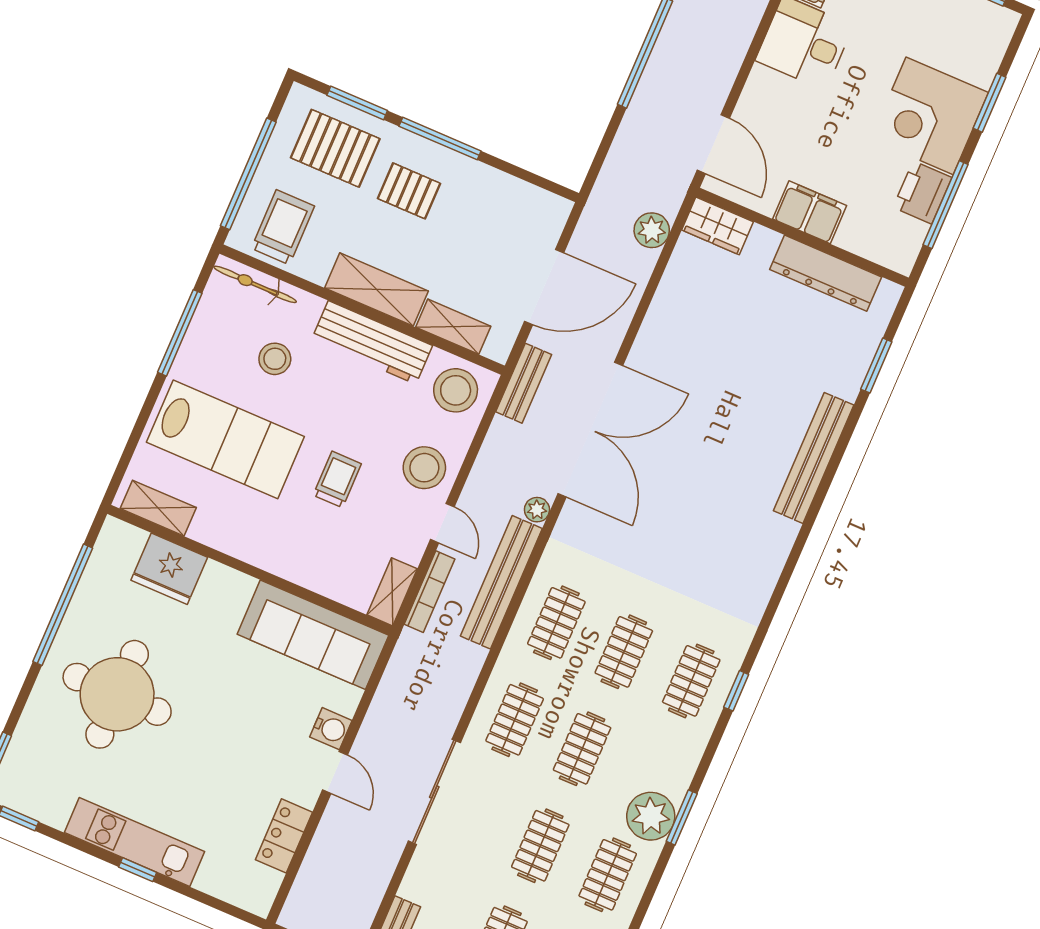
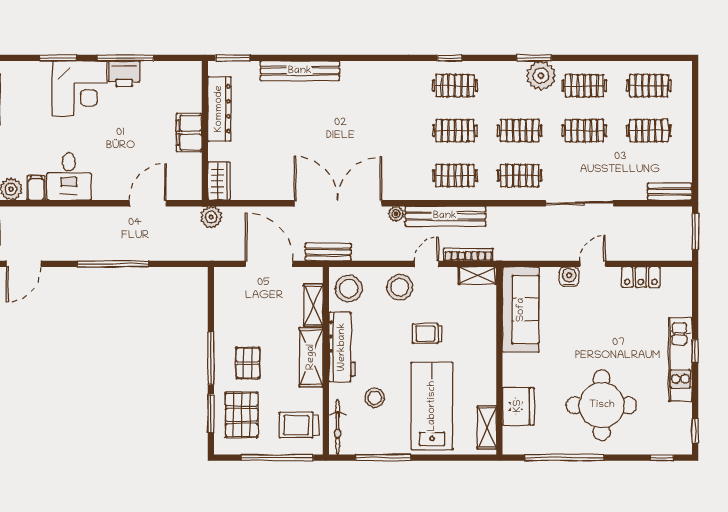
filing cabinet: (810, 212) -> (189, 133), moved
wardrobe: (718, 226) -> (219, 181), moved
wall: (802, 237) -> (205, 131), moved
dresser: (826, 273) -> (219, 109), moved

